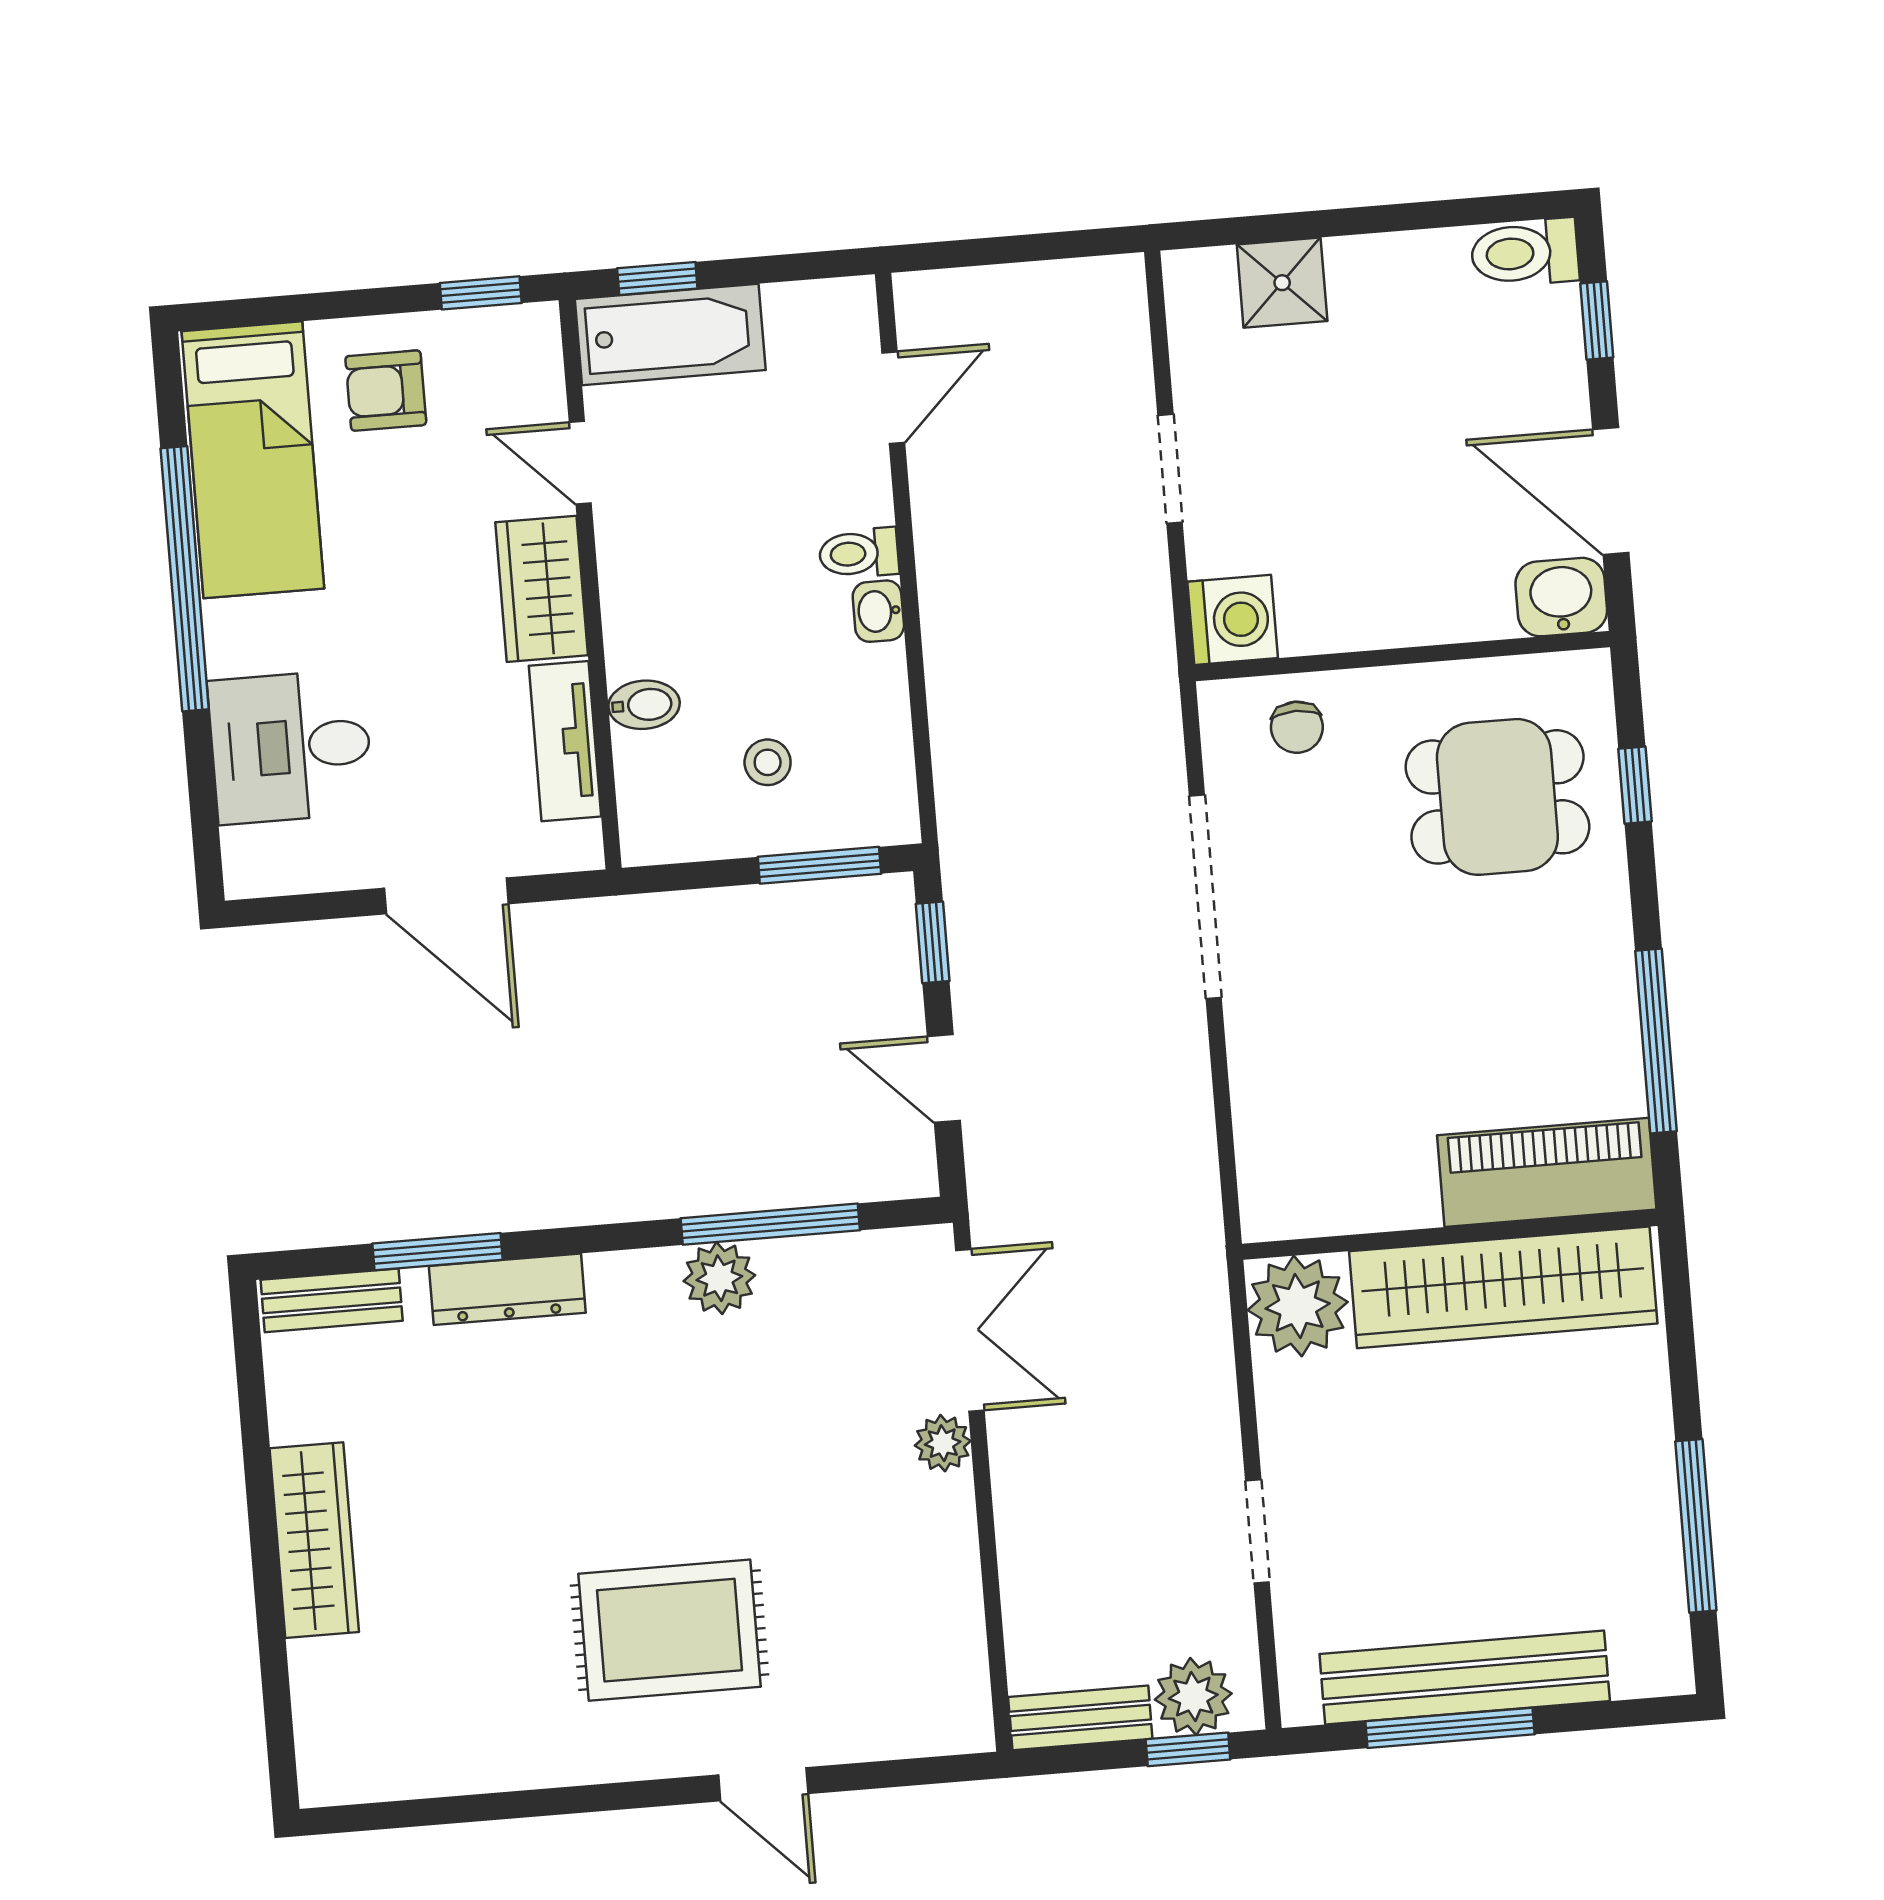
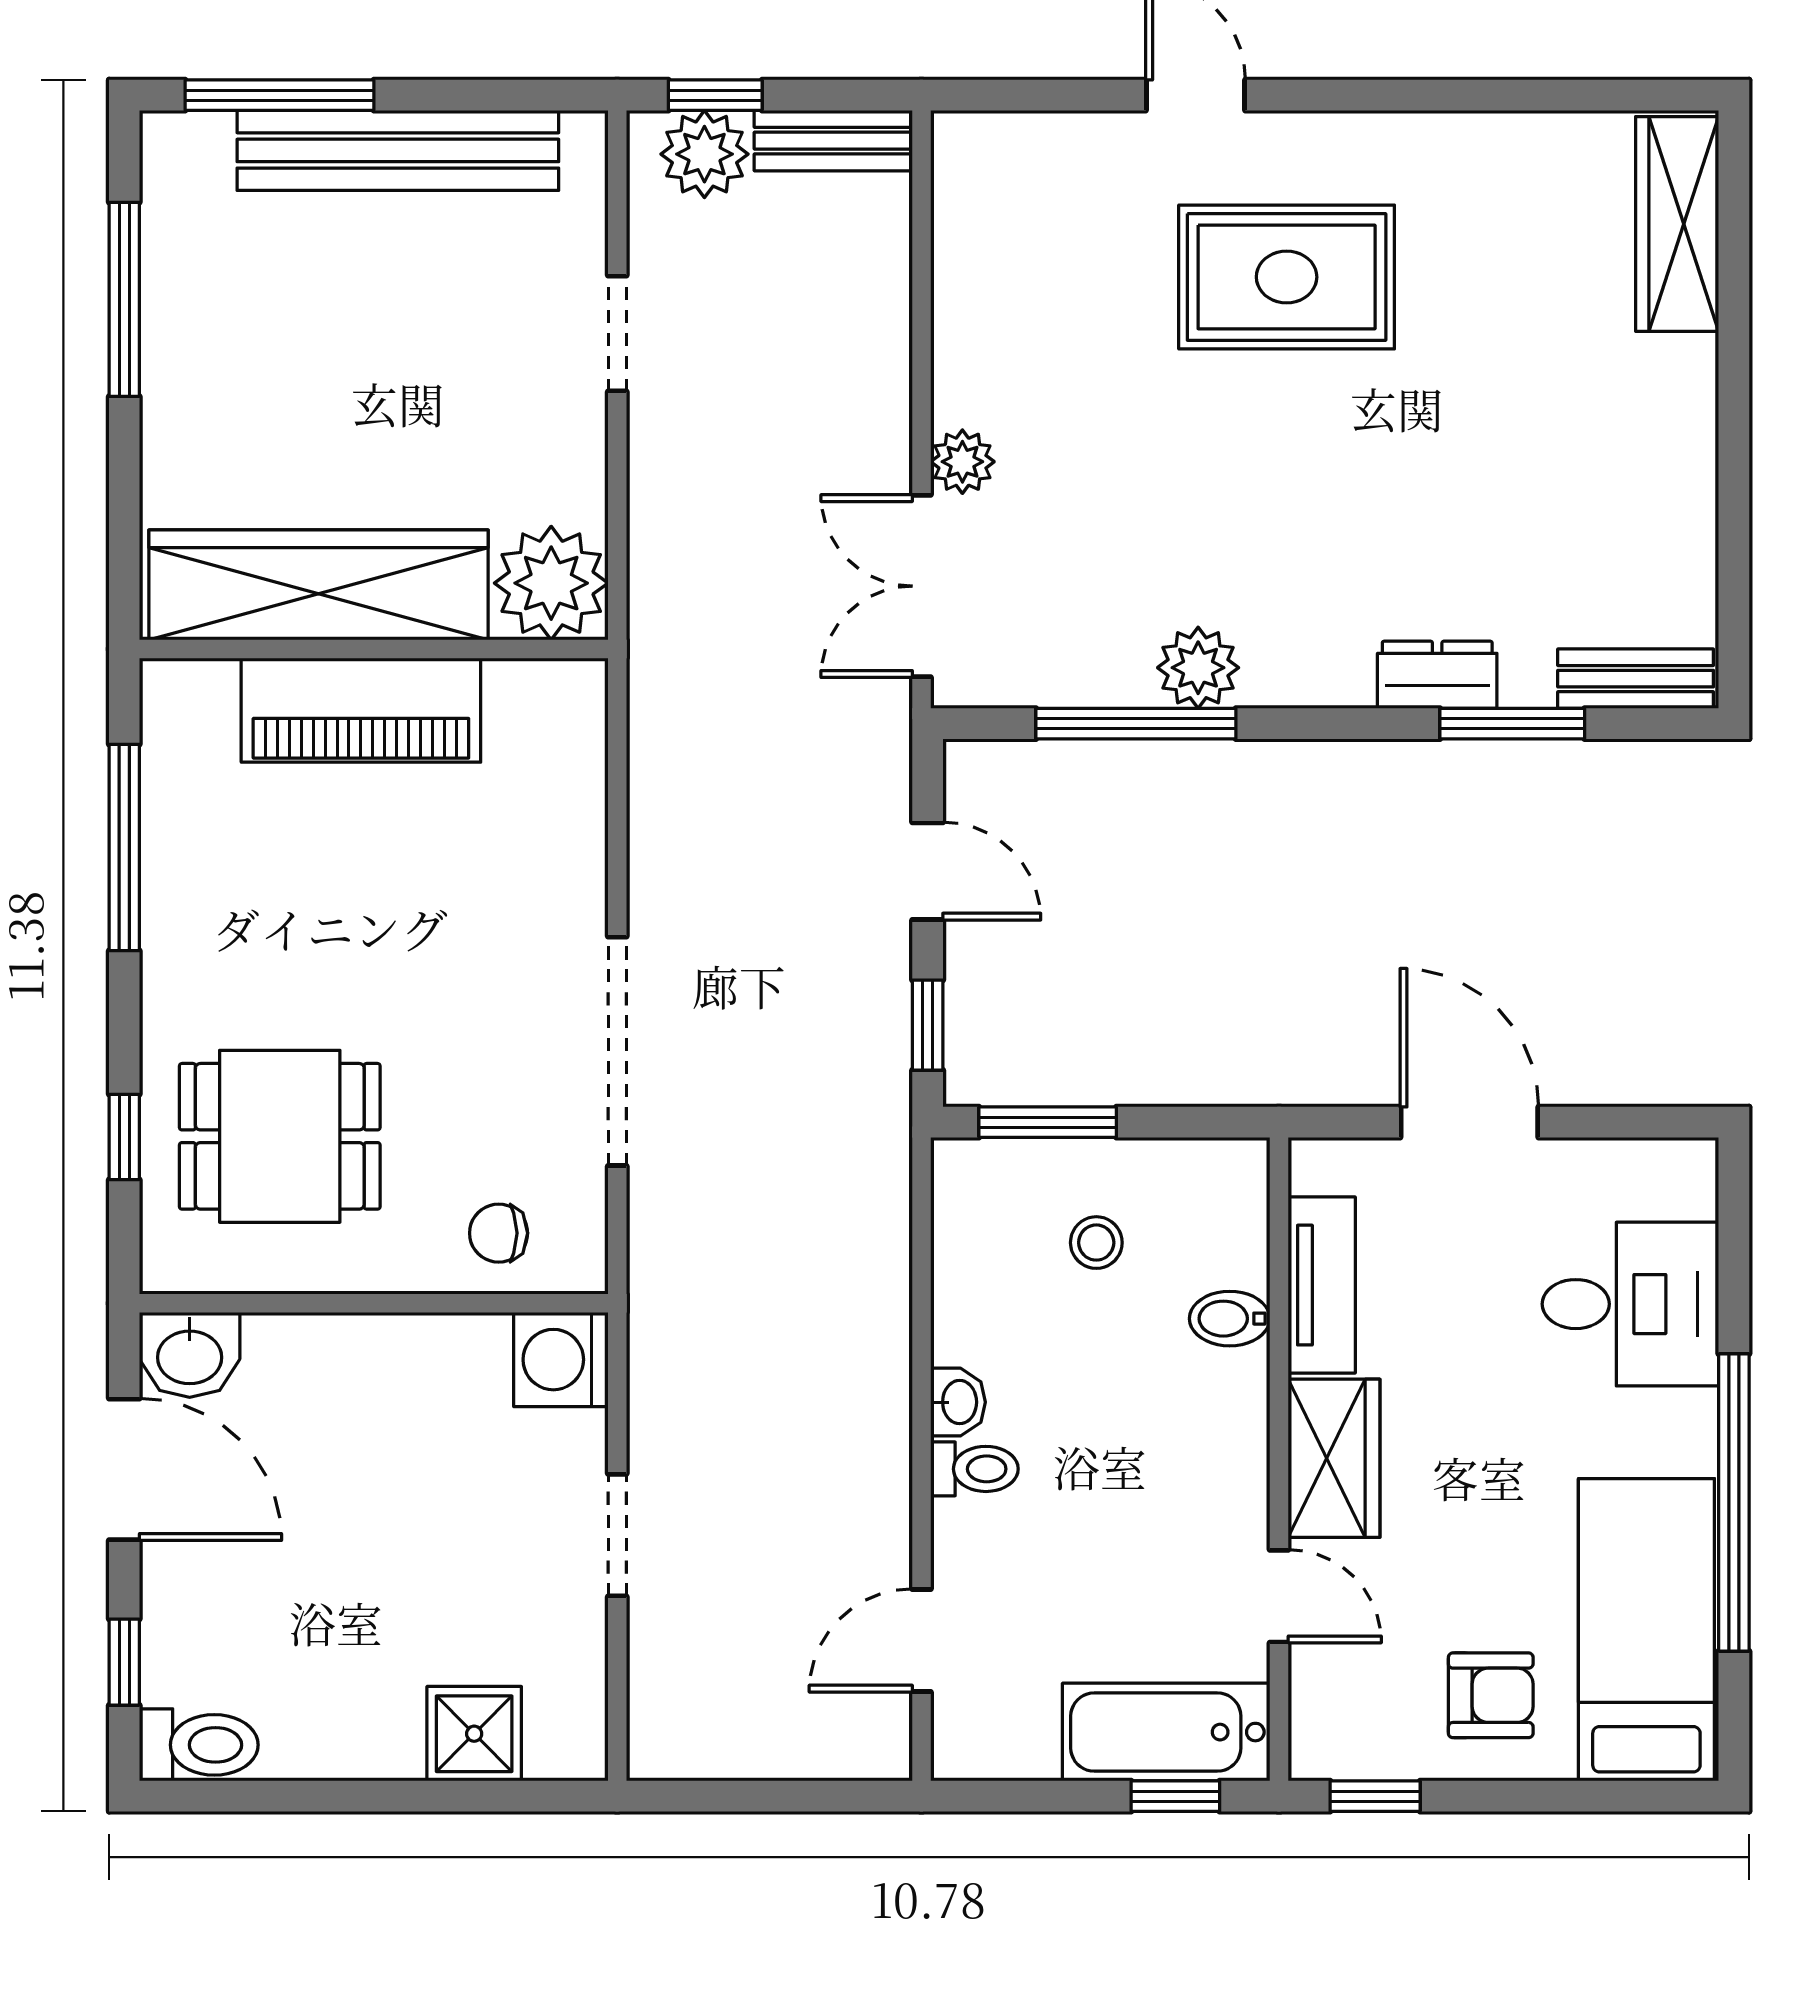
chair: (1297, 727) -> (499, 1233), turned -90
piano: (1547, 1172) -> (361, 710), moved
dresser: (507, 1289) -> (1437, 675), width x0.70
wardrobe: (314, 1540) -> (1677, 224), moved
window: (1450, 1728) -> (279, 95), moved

